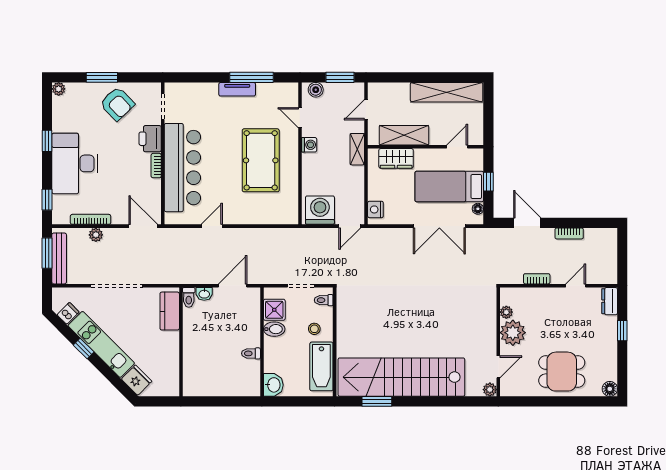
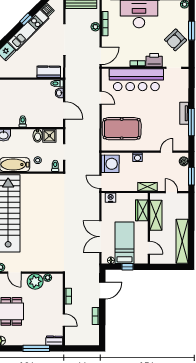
washing machine: (309, 145) -> (138, 157), moved
pool table: (261, 160) -> (122, 129), moved
window: (622, 331) -> (36, 348), width x2.17

